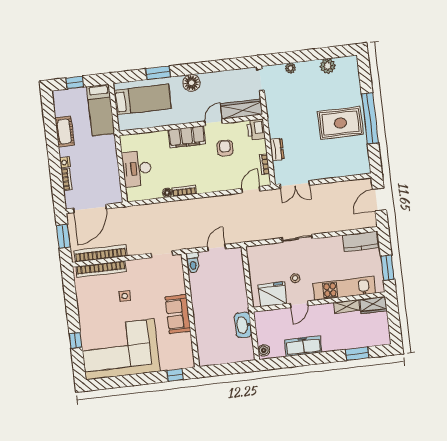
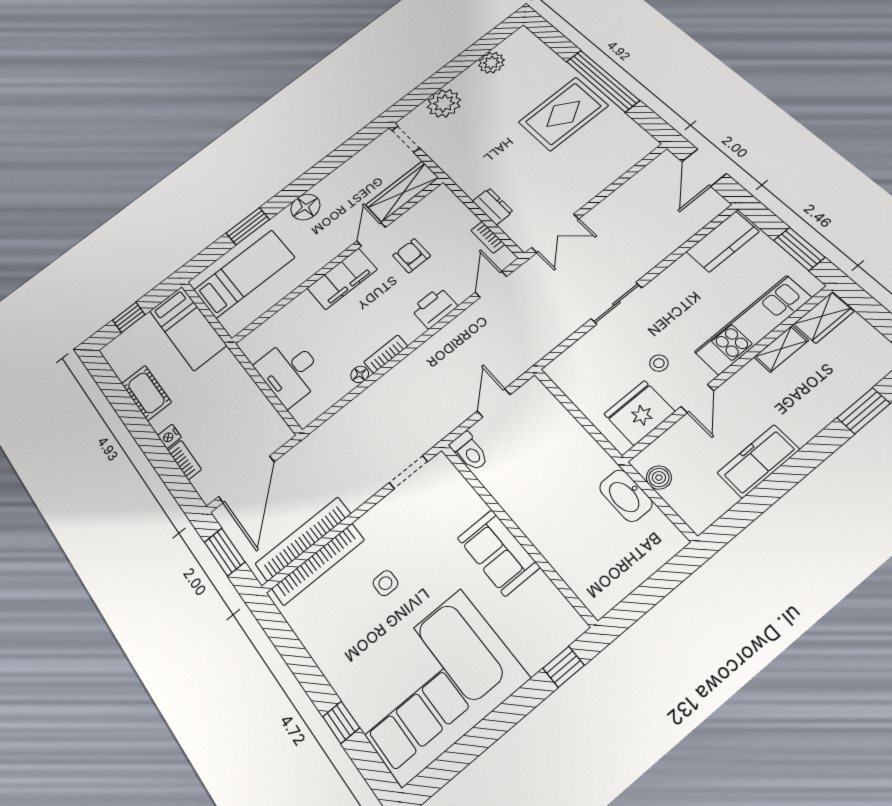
plant: (290, 68) -> (444, 103), width x1.87, depth x1.87
printer: (256, 130) -> (434, 308), moved, turned 90
boiler: (264, 350) -> (659, 478), moved

